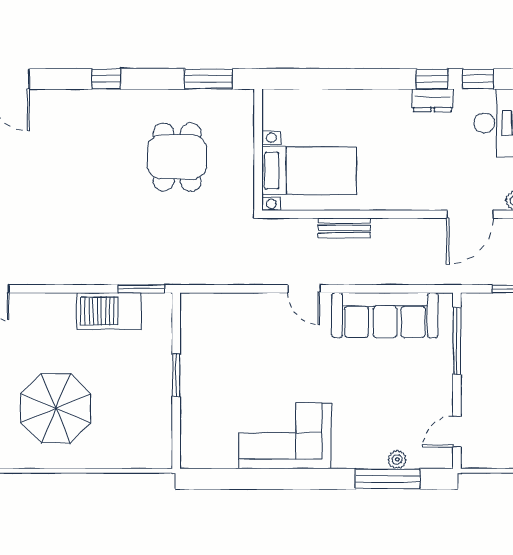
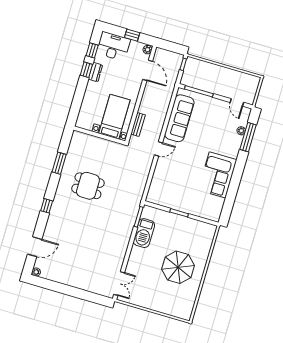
wall: (258, 150) -> (99, 135), moved
bed with nightstands: (309, 171) -> (114, 117), moved

